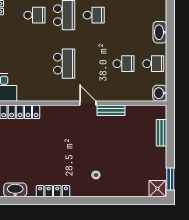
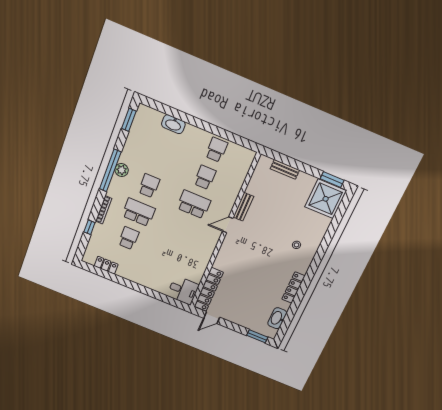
washbasin: (160, 32) -> (173, 124), moved
school desk: (64, 64) -> (194, 204), moved
washbasin: (160, 93) -> (247, 155), removed
shower: (157, 189) -> (326, 199), width x1.86, depth x1.86

